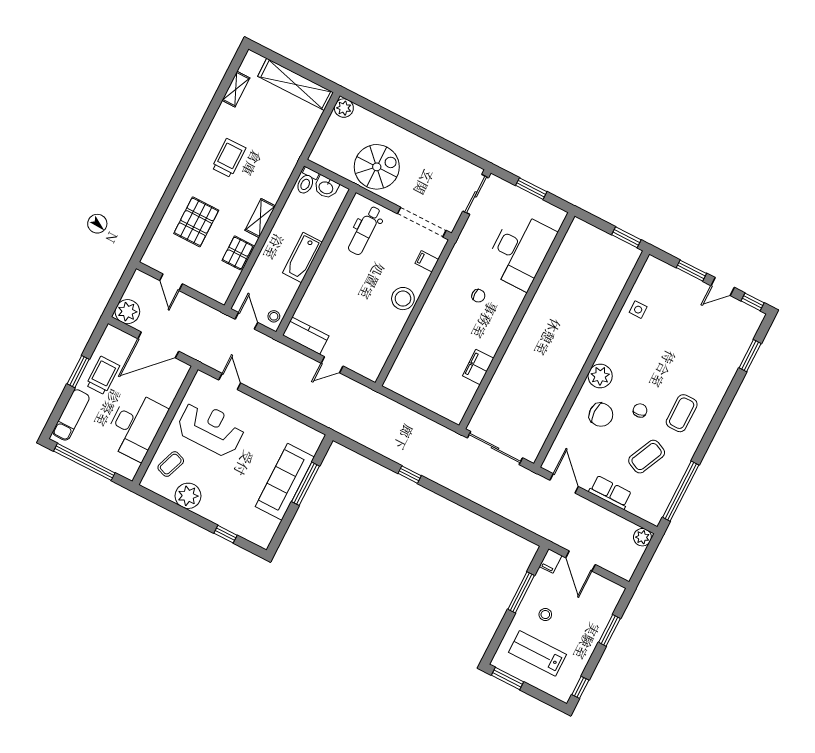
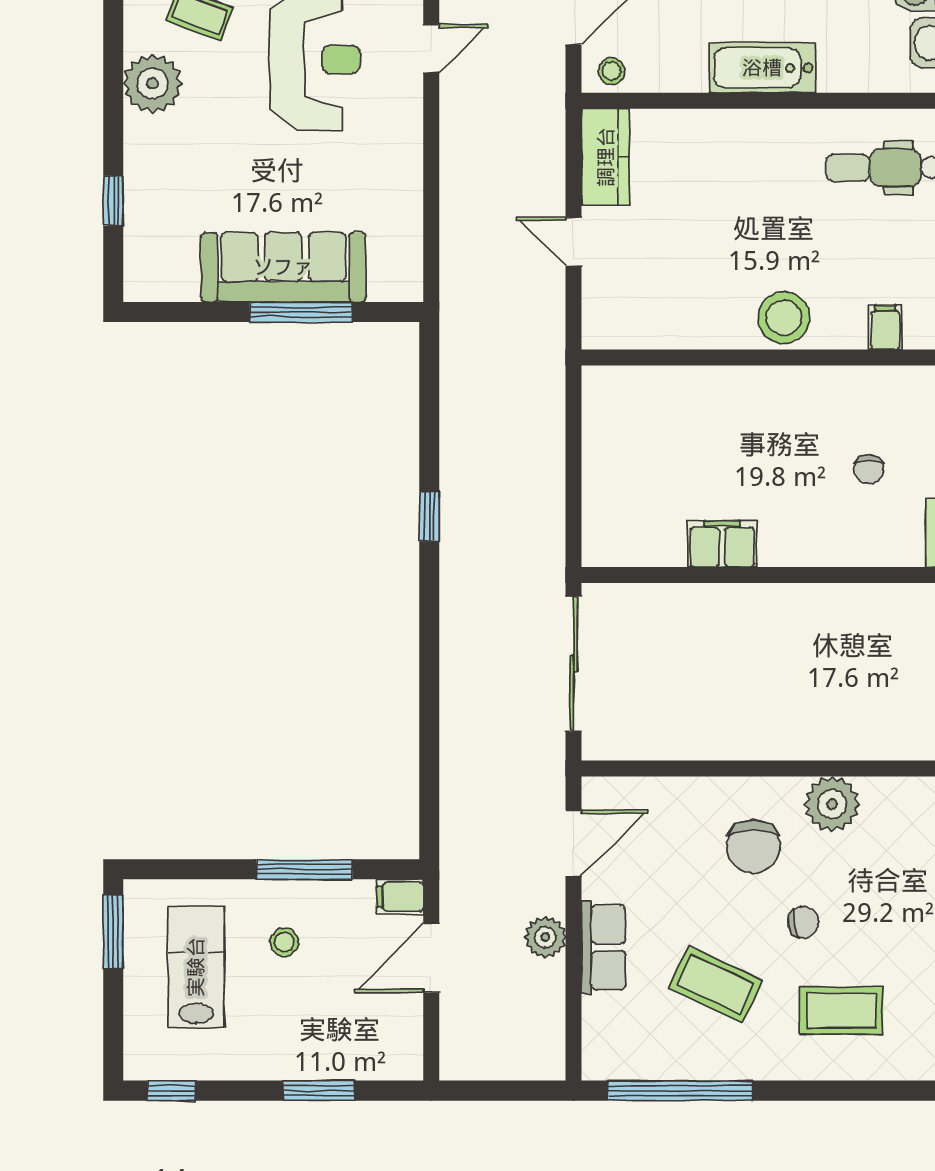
plant: (642, 537) -> (545, 937), moved

